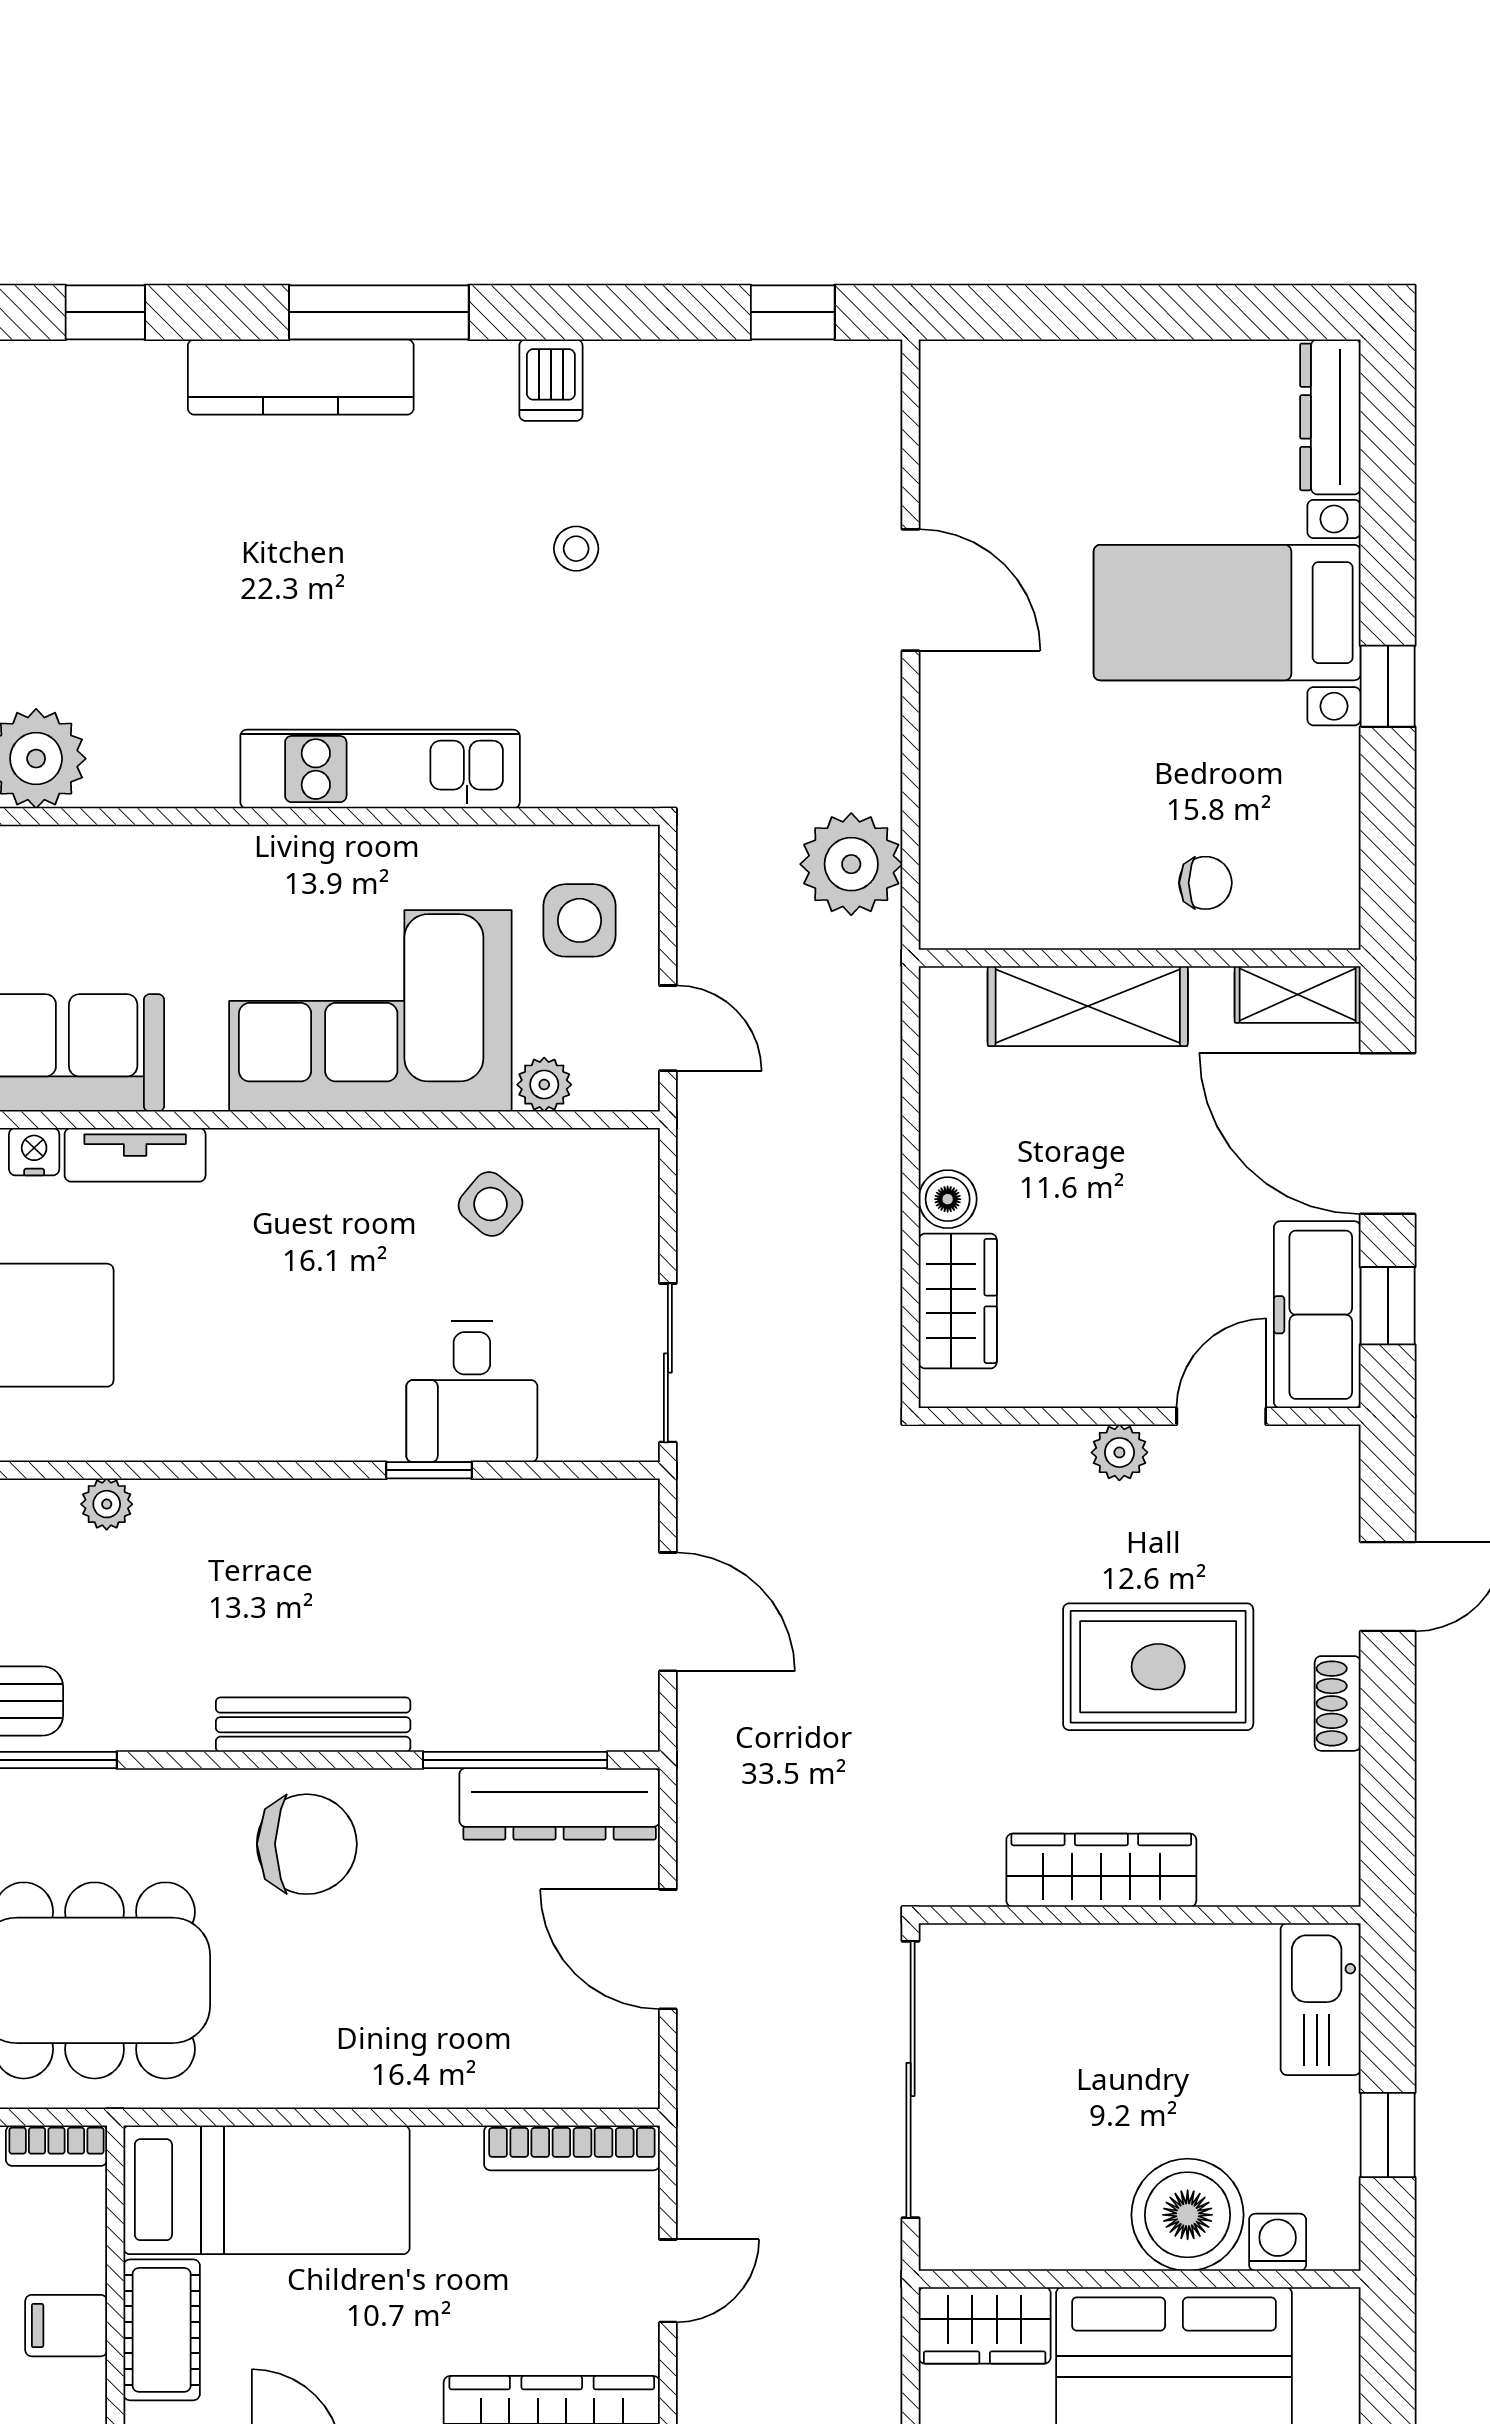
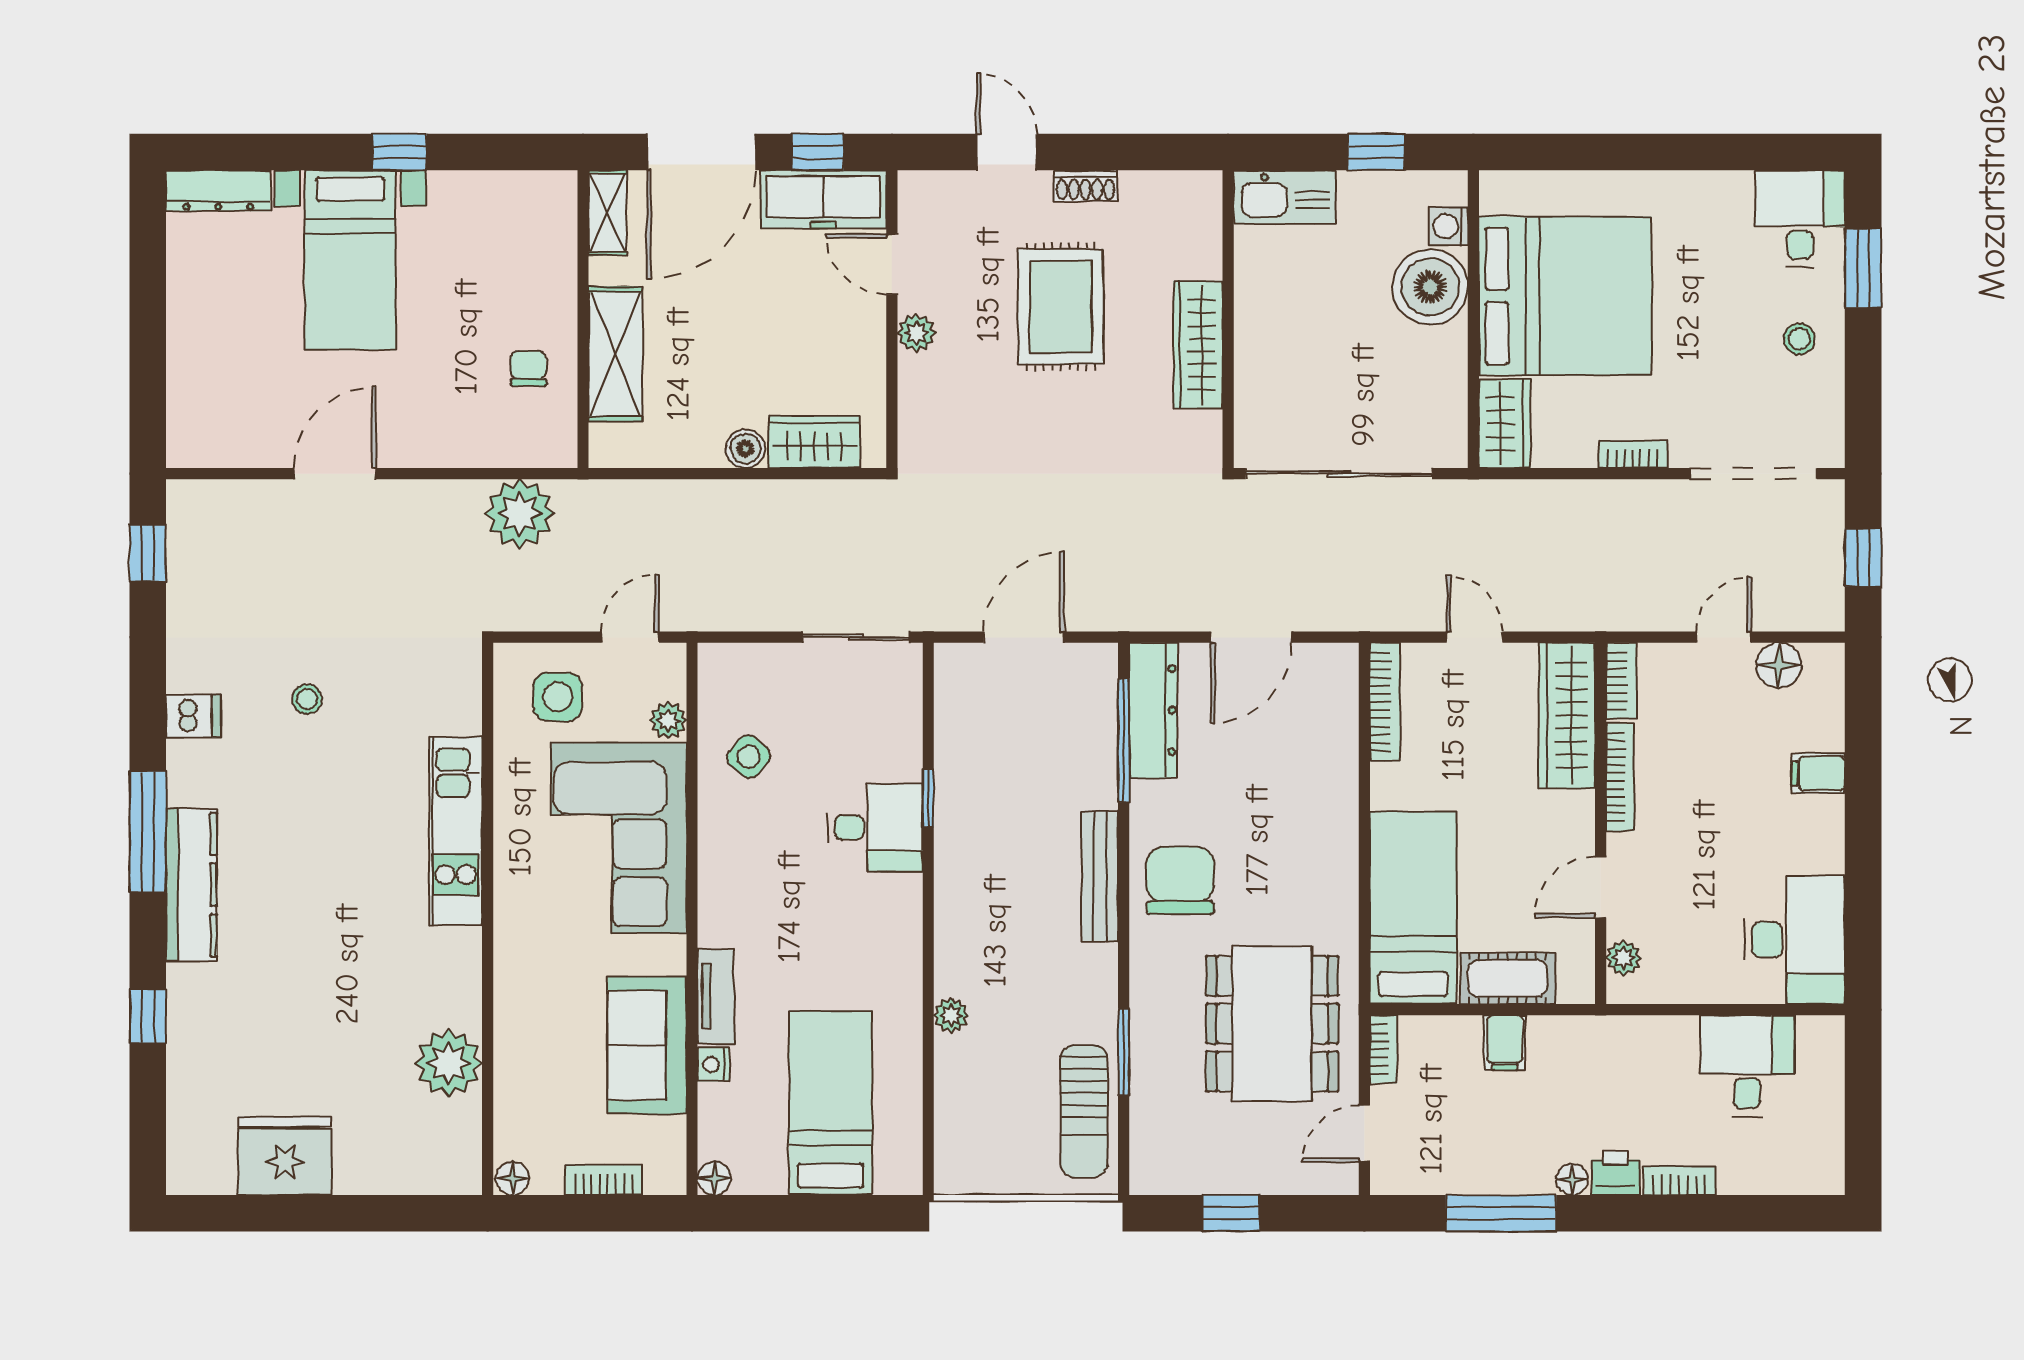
chair: (1205, 883) -> (528, 368), moved
desk: (472, 1391) -> (875, 827), moved

